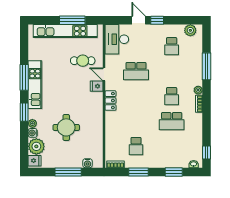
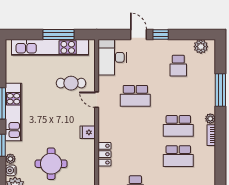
fridge: (97, 86) -> (88, 132), moved
school desk: (172, 96) -> (178, 126), width x1.85
locker: (110, 101) -> (105, 154), moved

